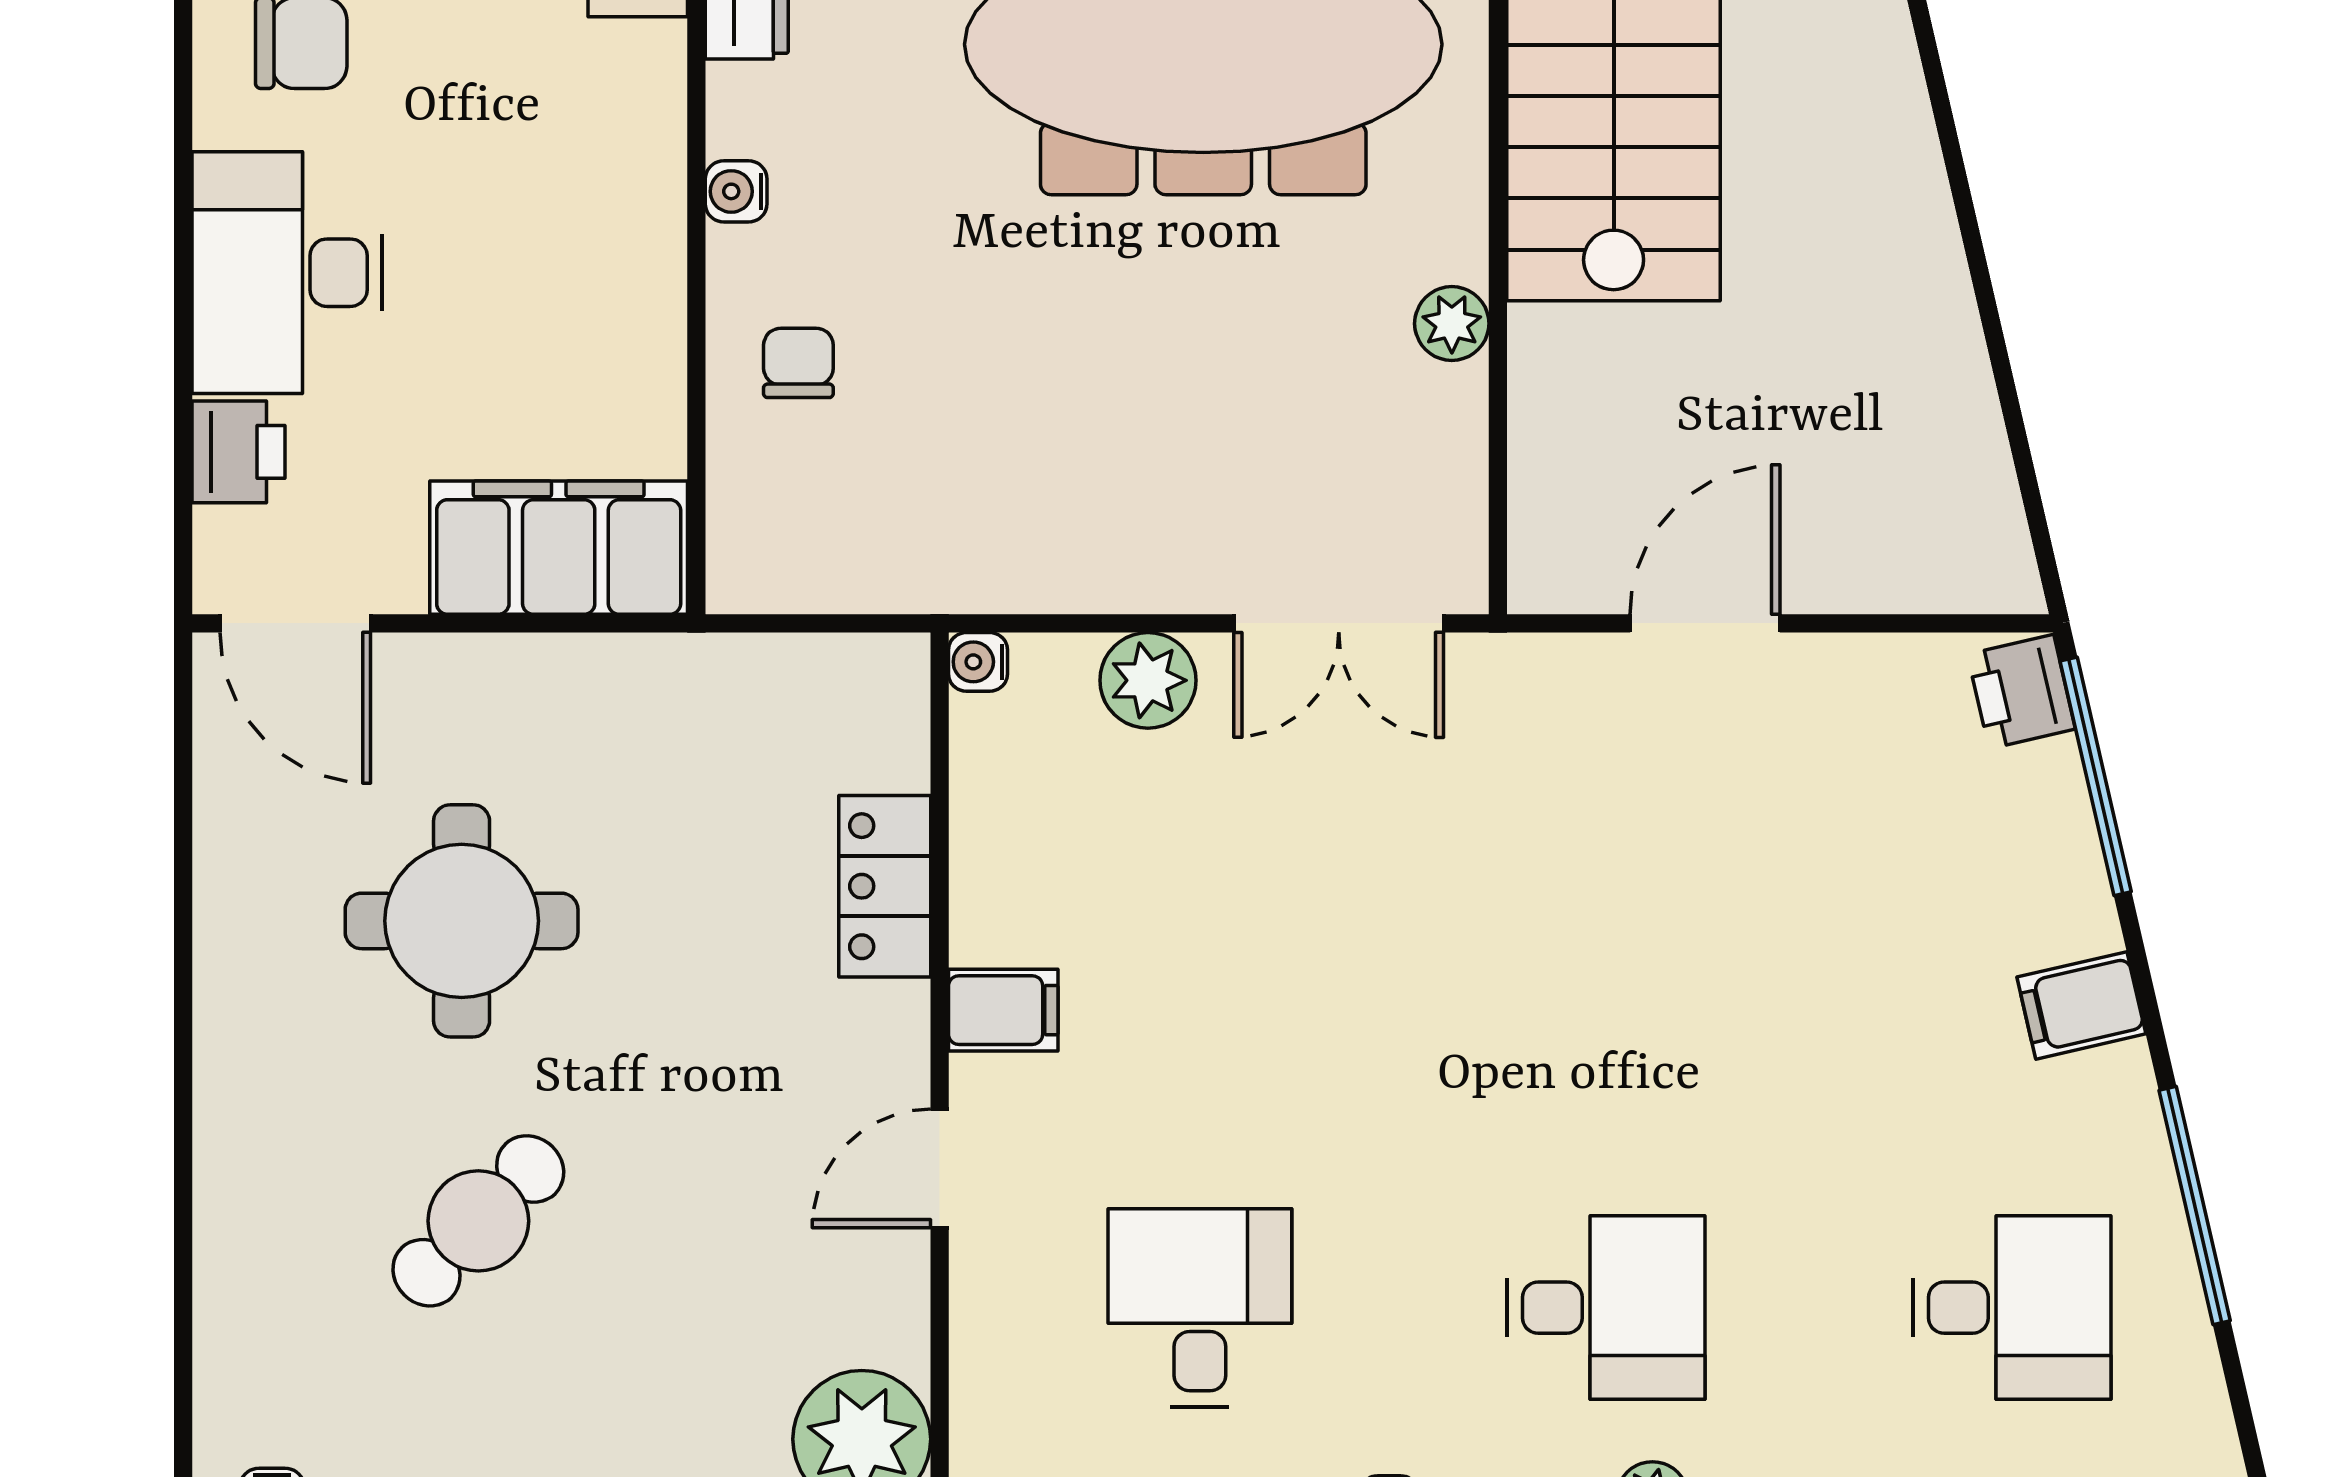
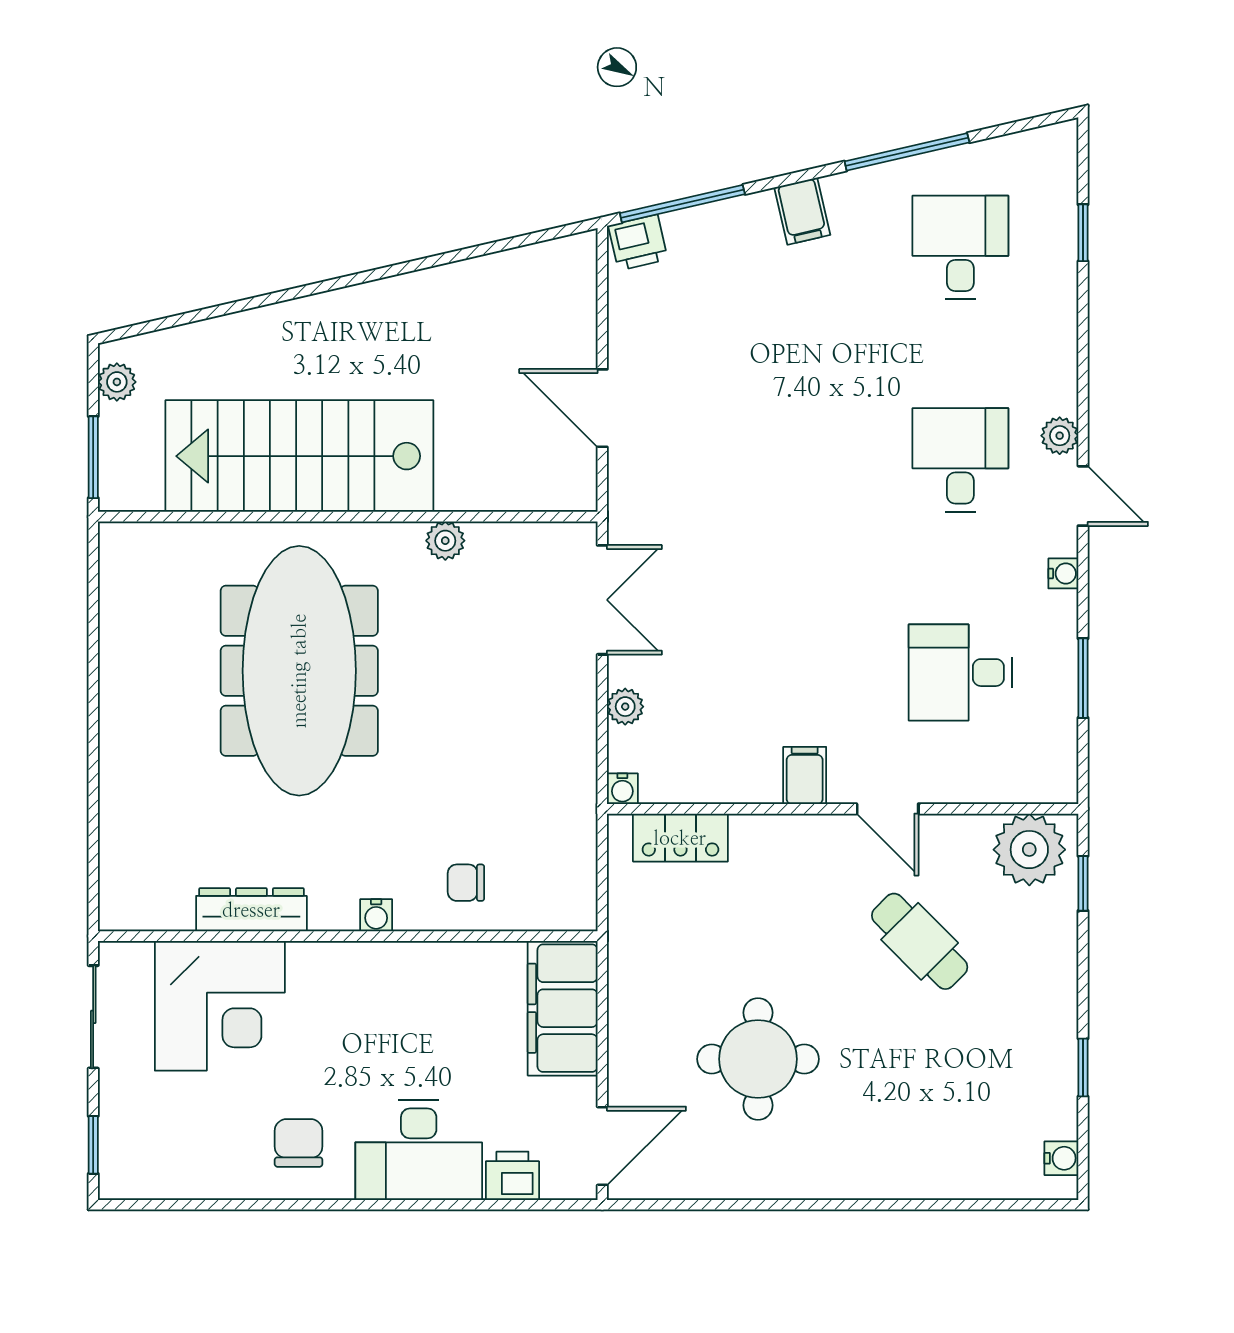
plant: (1148, 680) -> (625, 707), width x0.73, depth x0.73
locker: (885, 886) -> (680, 838), moved
cafe table: (478, 1221) -> (920, 941), moved

